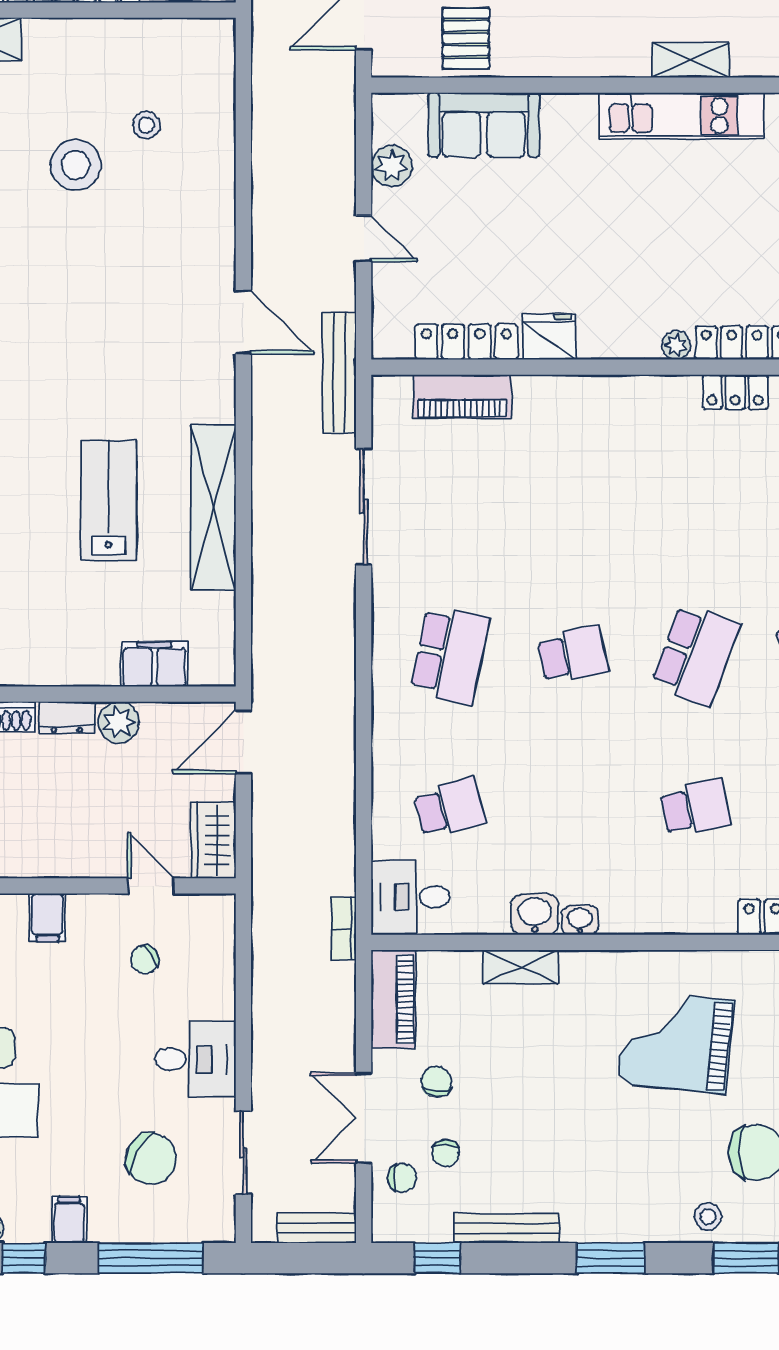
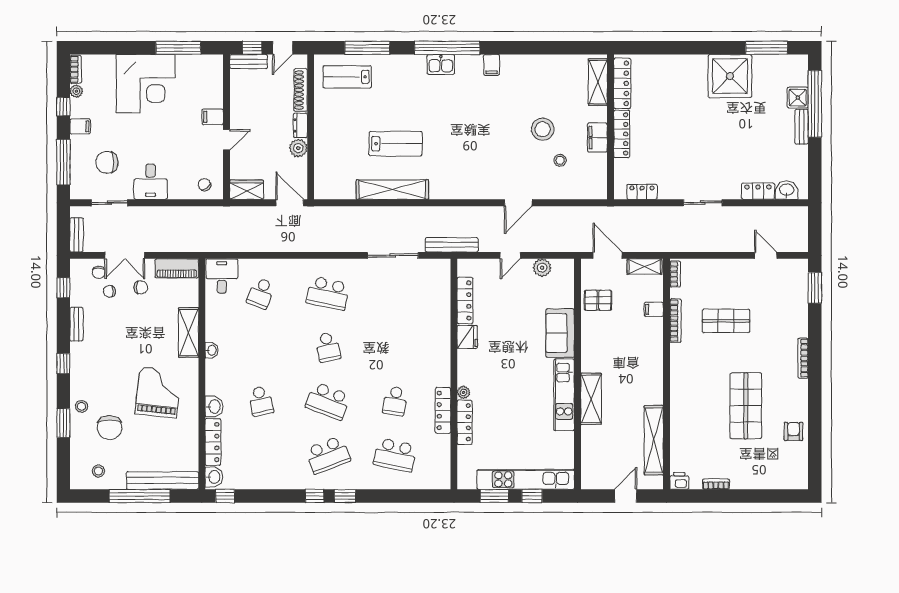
shelving: (691, 60) -> (591, 399), width x1.50, depth x1.33
sofa: (484, 125) -> (560, 333), moved
door: (243, 322) -> (518, 203), moved
locker: (735, 392) -> (443, 410), width x1.53
piano: (462, 396) -> (441, 299), removed
school desk: (696, 502) -> (395, 401), added
filing cabinet: (154, 664) -> (597, 138), moved, turned 180
school desk: (450, 808) -> (261, 293), turned 36
door: (151, 886) -> (227, 140), moved
washbasin: (535, 914) -> (214, 407), moved
bookcase: (344, 929) -> (208, 247), removed
chair: (145, 960) -> (204, 185), moved
shelving: (520, 967) -> (189, 332), width x1.50, depth x1.33
double door: (364, 1118) -> (125, 255), swing flipped
chair: (151, 1159) -> (107, 162), turned 61
bench: (507, 1228) -> (76, 324), width x0.73
window: (610, 1258) -> (63, 364), width x0.67

